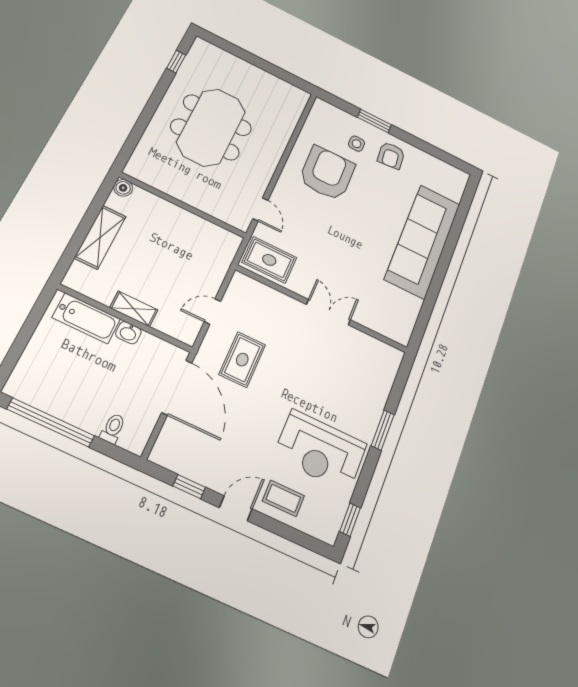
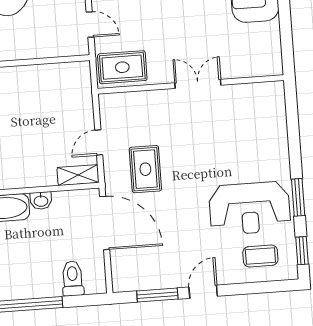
shelving: (134, 309) -> (78, 175), moved
toilet: (113, 428) -> (73, 278), width x1.37, depth x1.39
window: (383, 430) -> (298, 197), moved
window: (189, 487) -> (157, 295), width x1.50
coffee table: (283, 498) -> (260, 256), moved

